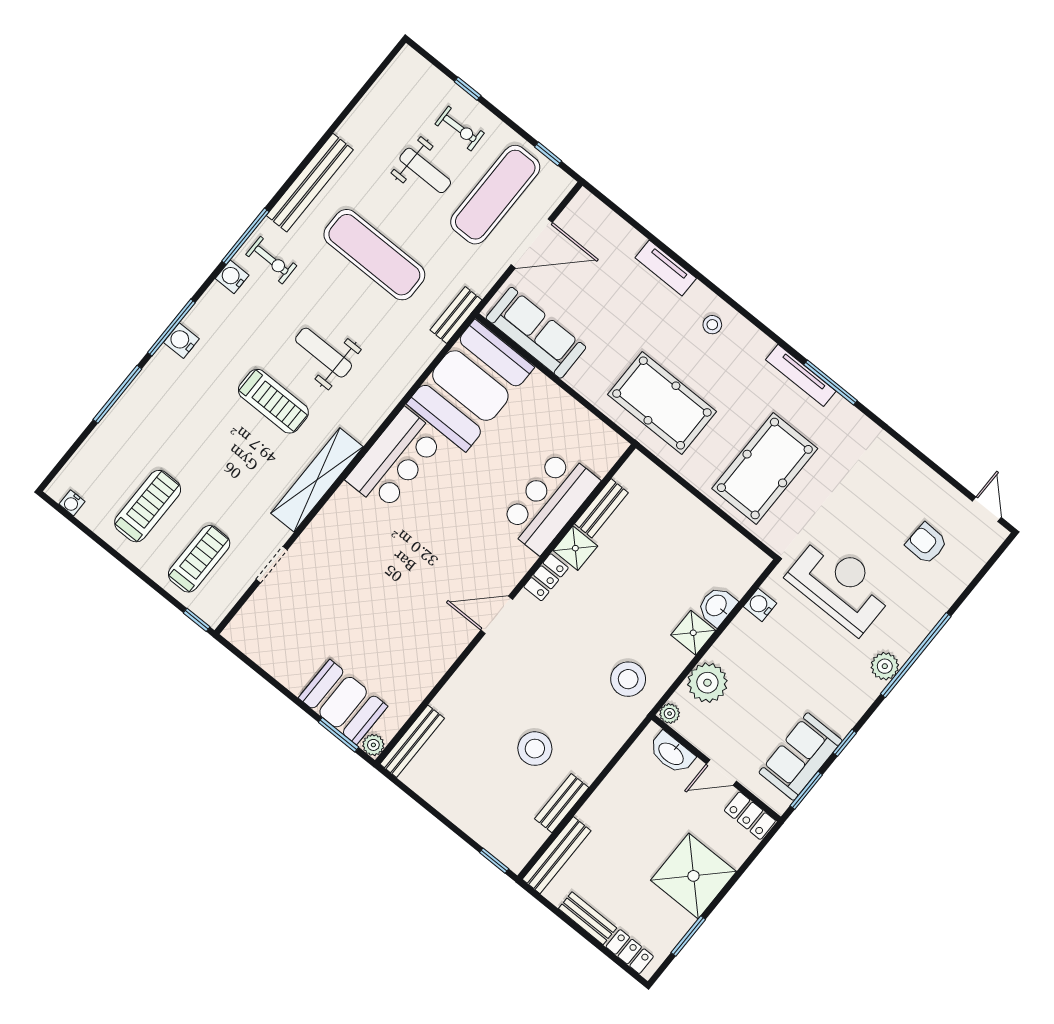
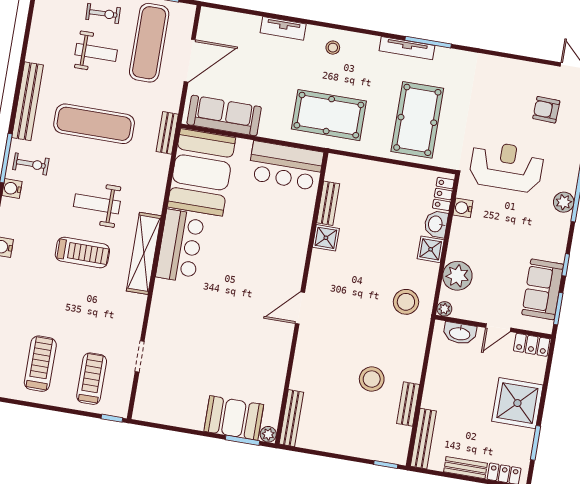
shelving: (317, 480) -> (144, 253), moved
bar counter: (550, 502) -> (286, 166), moved, turned -90
locker: (546, 577) -> (443, 194), moved, turned 180

